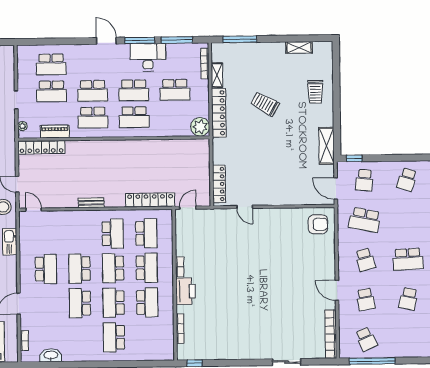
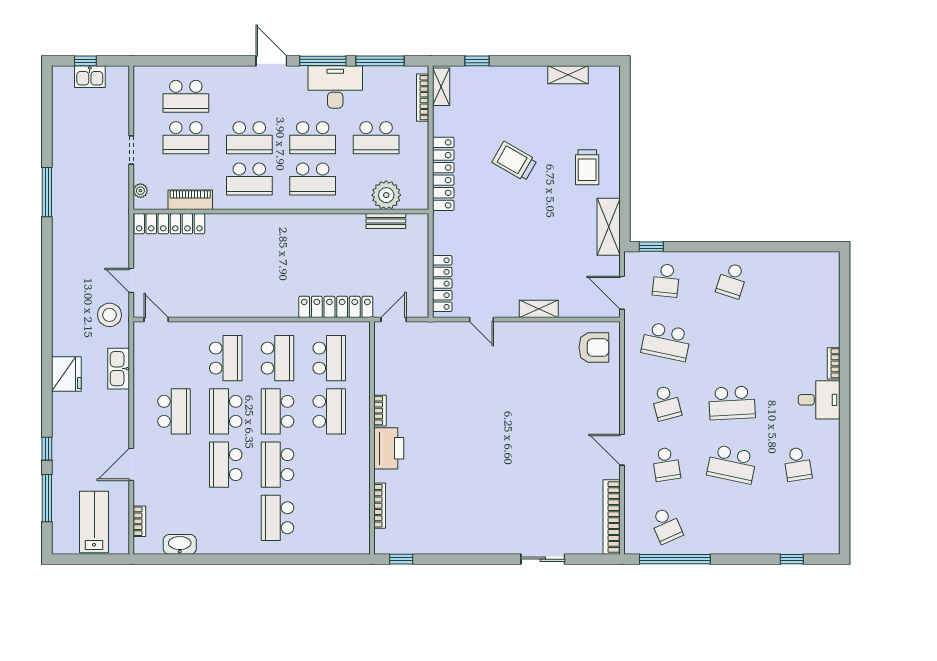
window: (240, 39) -> (477, 61), width x0.46
shelving: (217, 75) -> (441, 87), moved
trolley: (315, 92) -> (587, 167), moved
plant: (200, 127) -> (386, 195), moved
shelving: (282, 200) -> (539, 309), added
bench: (91, 203) -> (386, 221), moved
school desk: (408, 299) -> (732, 464), width x1.85
school desk: (147, 302) -> (226, 358), moved

